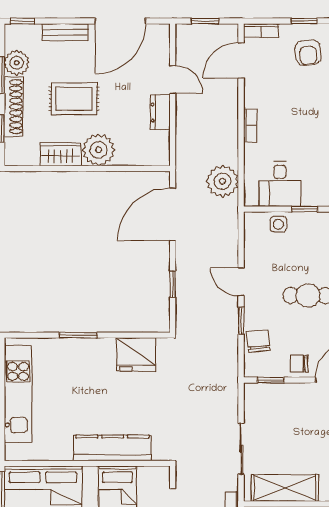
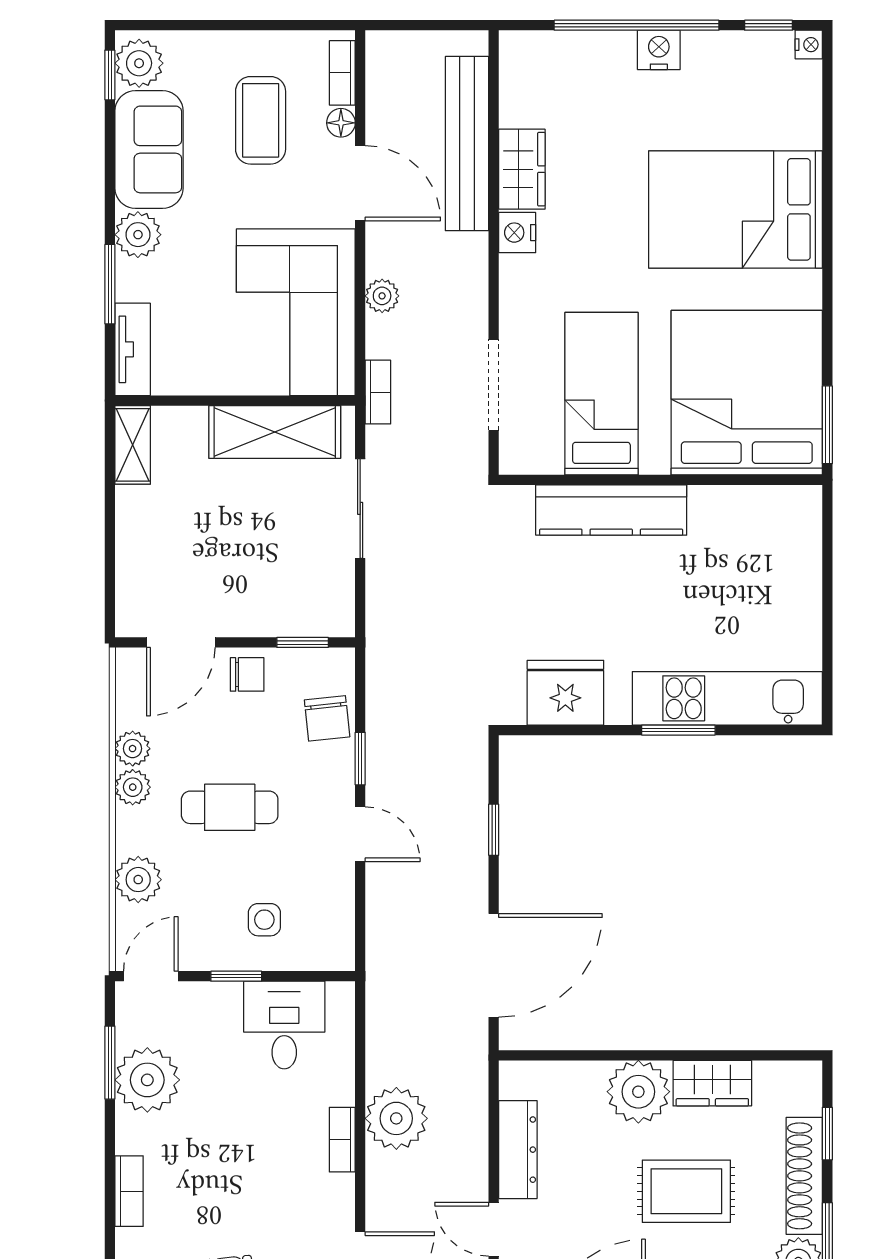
dresser: (160, 113) -> (518, 1150), width x1.44
plant: (223, 181) -> (396, 1118), moved
side table: (278, 224) -> (264, 920), moved
kitchen unit: (18, 394) -> (727, 698), moved, turned 90

